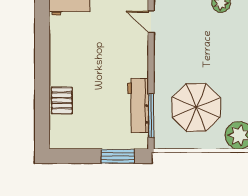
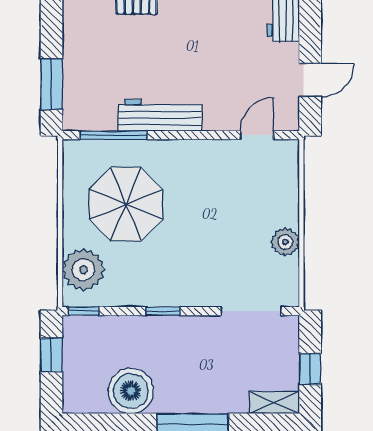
workbench: (138, 106) -> (160, 115), moved

